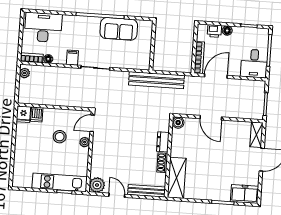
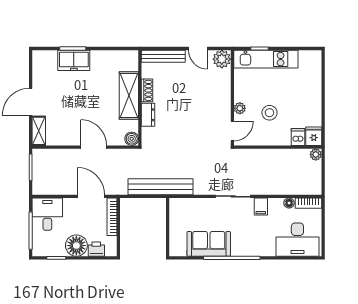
floor lamp: (227, 31) -> (76, 246), width x1.89, depth x1.89
plant: (25, 73) -> (316, 155), moved
door: (216, 76) -> (91, 196), swing flipped
shelving: (177, 178) -> (129, 95), moved
freezer: (245, 194) -> (74, 60), moved

